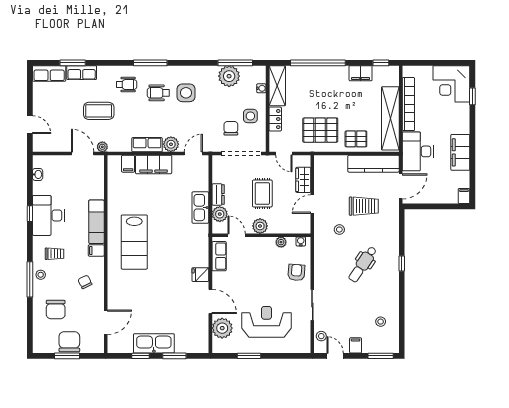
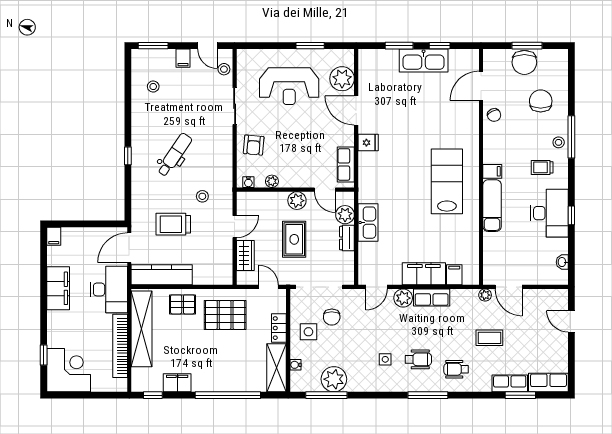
side table: (186, 93) -> (385, 359), width x0.54, depth x0.54
coffee table: (99, 111) -> (489, 338), width x0.73, depth x0.77
chair: (85, 282) -> (494, 115), moved

